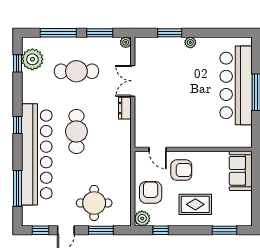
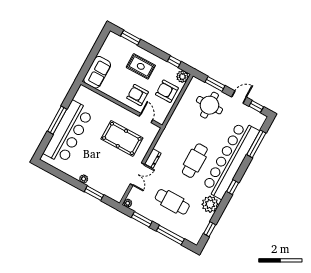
plant: (32, 59) -> (210, 204), moved
pool table: (172, 112) -> (122, 138), added
armchair: (151, 192) -> (167, 91), turned 90

